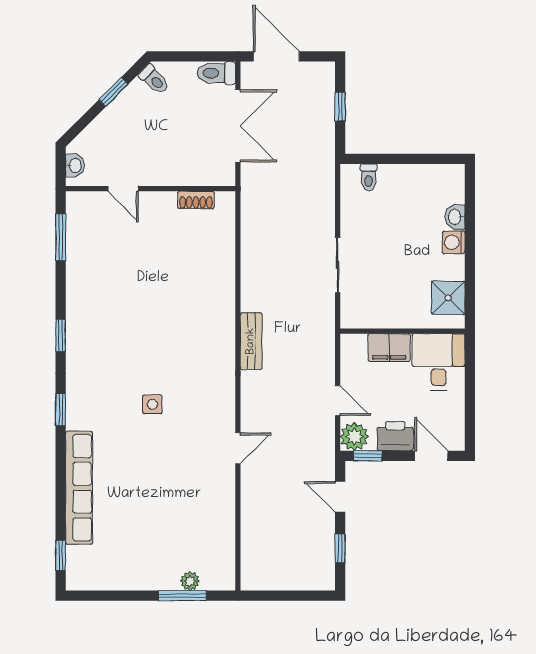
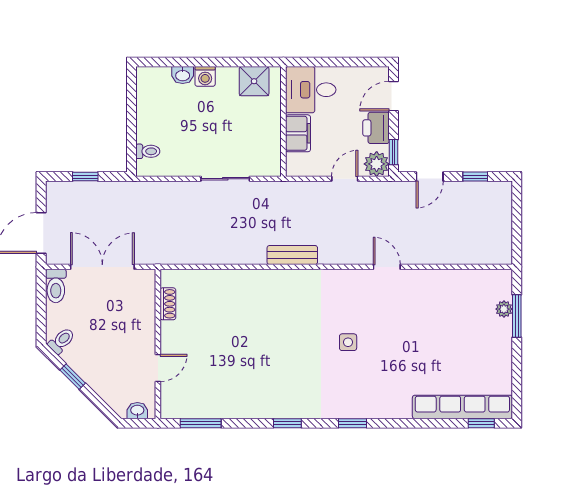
row of seats: (79, 488) -> (462, 407), moved

